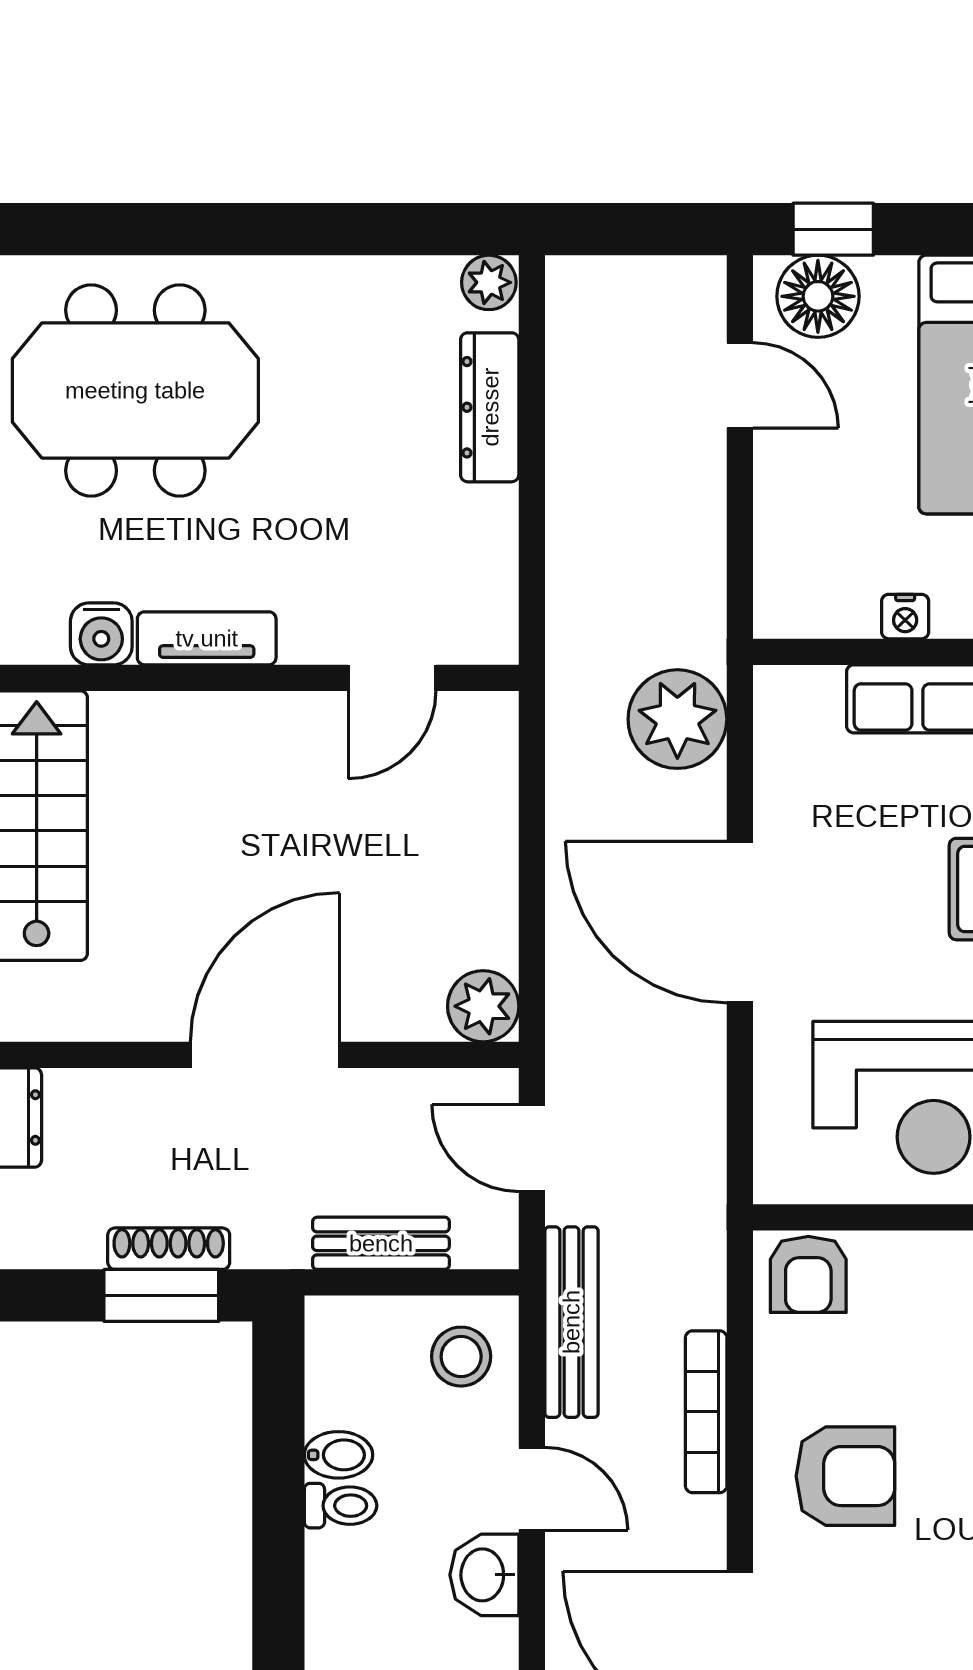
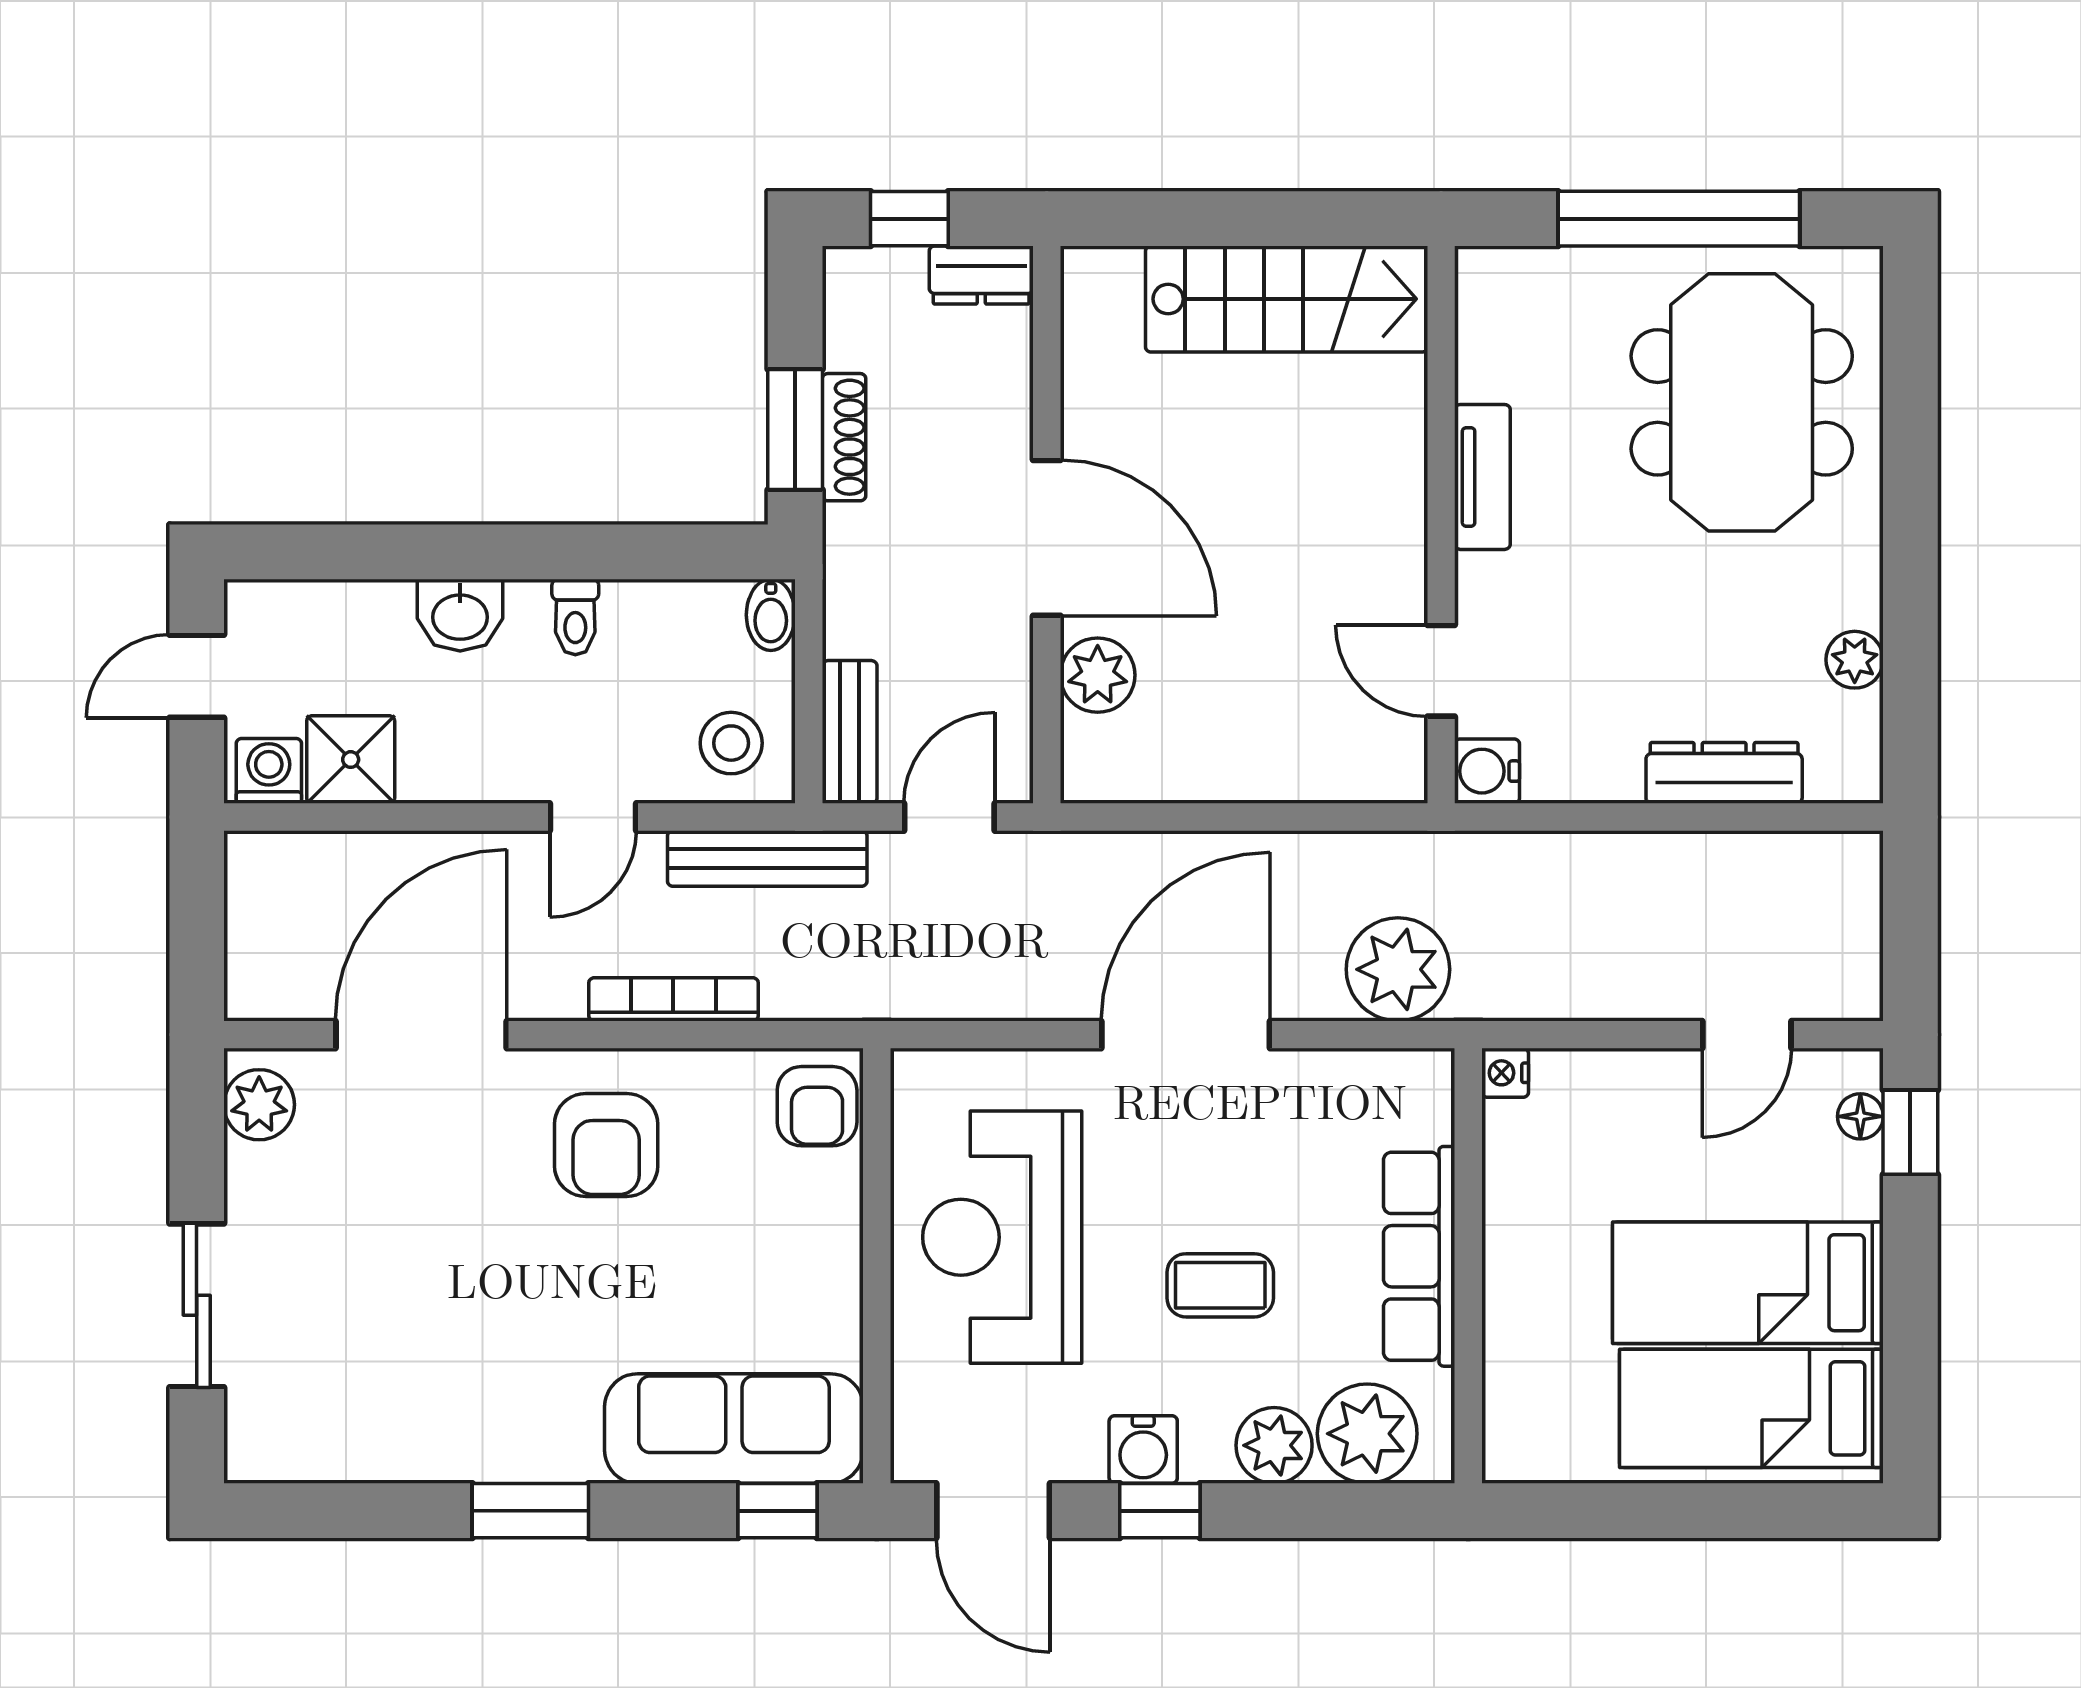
plant: (489, 282) -> (1855, 660), moved
floor lamp: (818, 296) -> (1860, 1116), width x0.53, depth x0.53
nightstand: (905, 617) -> (1505, 1073), moved
water cooler: (101, 634) -> (1487, 771), moved
plant: (483, 1006) -> (1098, 675), moved
bench: (381, 1243) -> (850, 732), moved
armchair: (808, 1274) -> (817, 1106), turned -90
bidet: (338, 1455) -> (771, 615), moved
washbasin: (484, 1575) -> (460, 615), moved, turned 180

